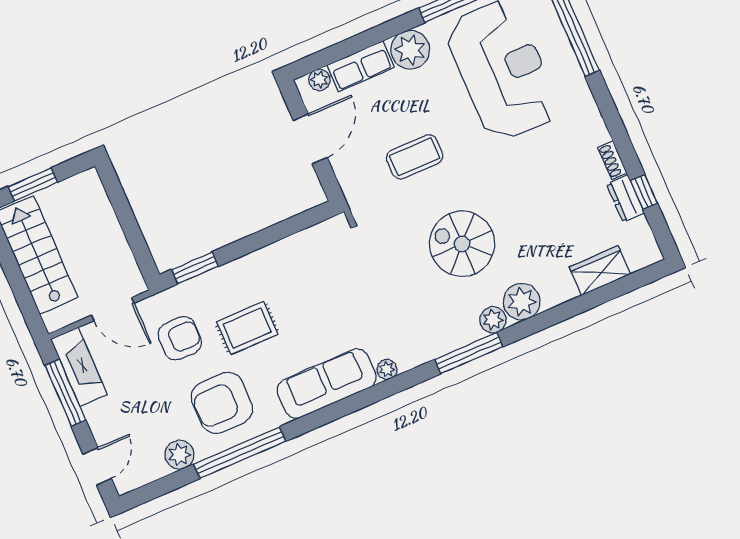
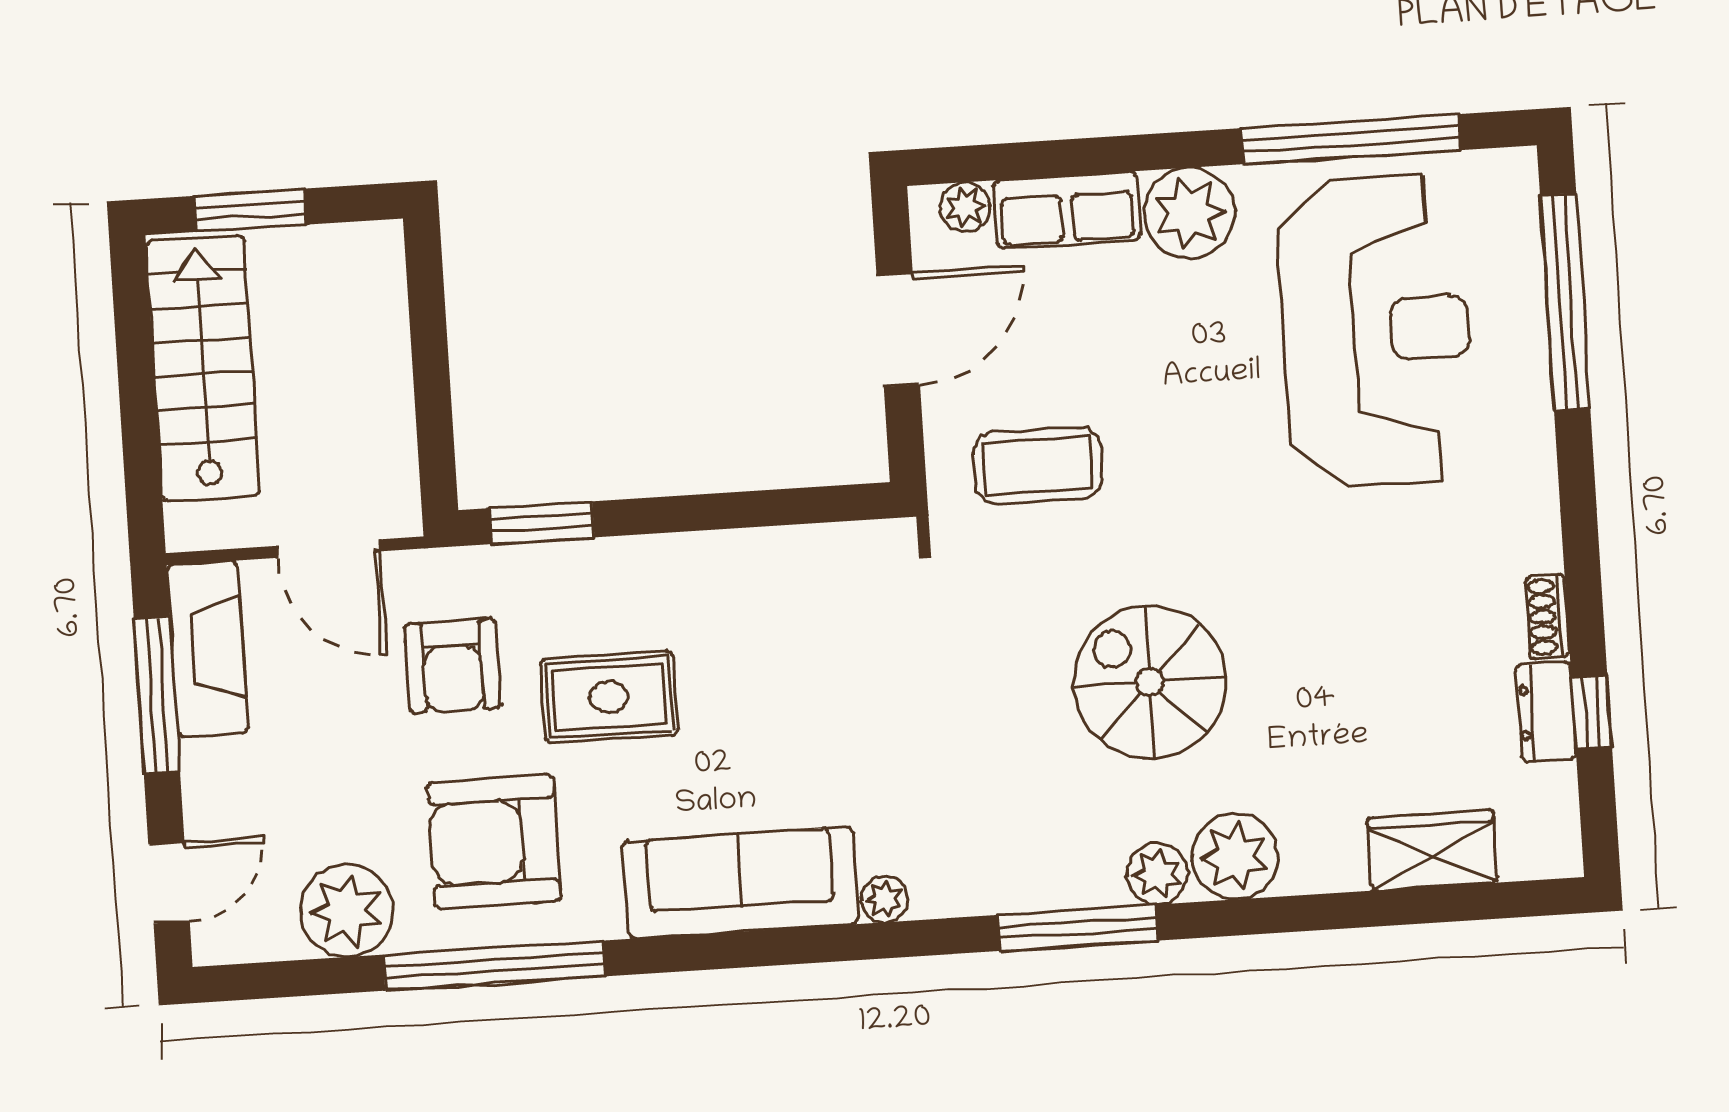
coffee table: (415, 157) -> (1038, 465), moved
armchair: (180, 338) -> (453, 666), turned 90
plant: (180, 455) -> (347, 911), width x1.36, depth x1.36

